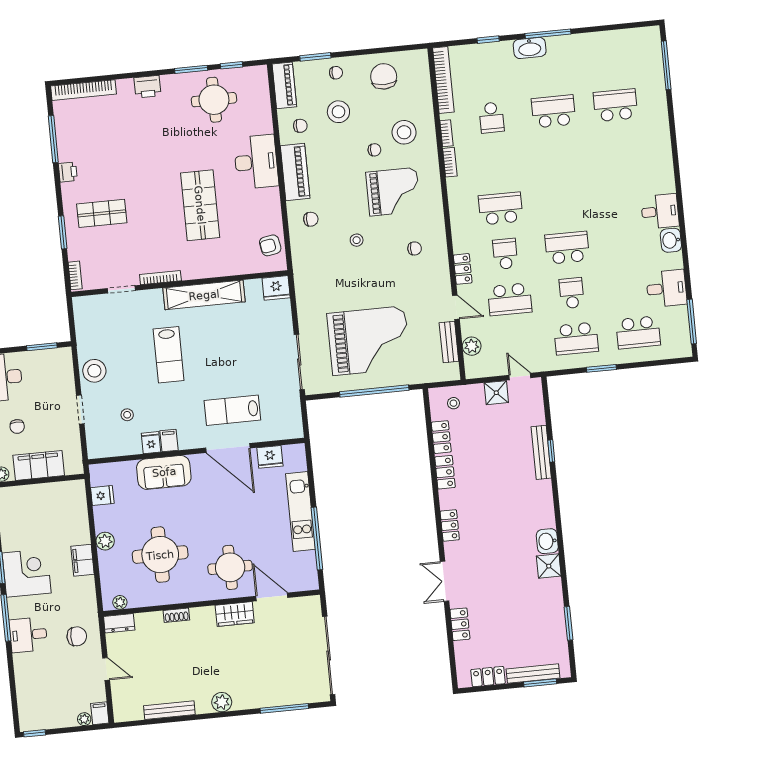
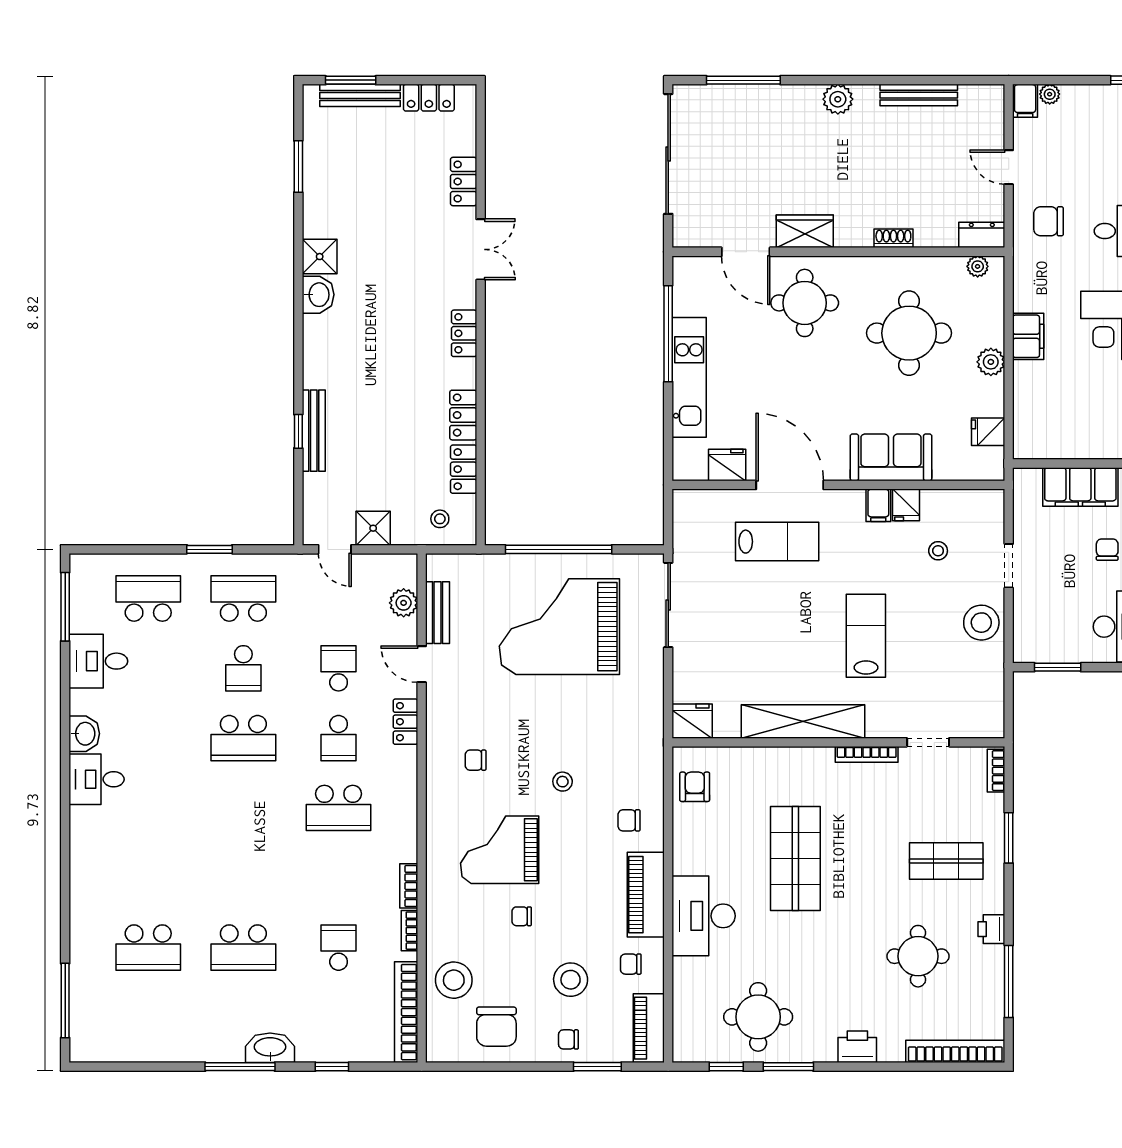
stool: (404, 132) -> (454, 980), moved
round table: (114, 150) -> (918, 956), added
armchair: (270, 245) -> (695, 787), turned -80
school desk: (510, 299) -> (339, 668), width x0.54

